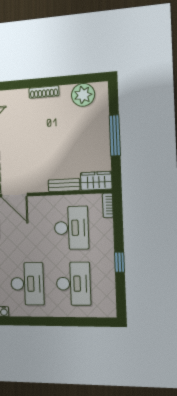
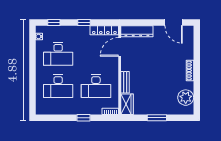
window: (115, 135) -> (157, 118), width x0.69
window: (120, 262) -> (83, 118), moved

